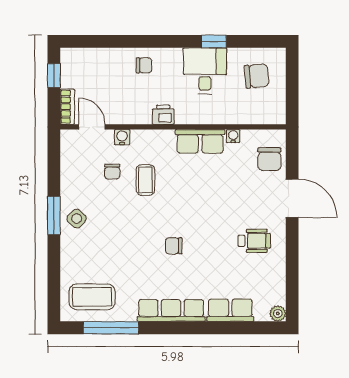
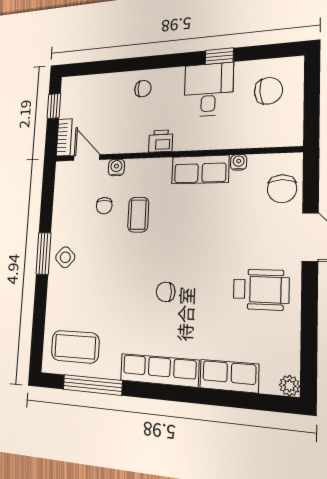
wheelchair: (254, 241) -> (261, 290), width x1.36, depth x1.37

